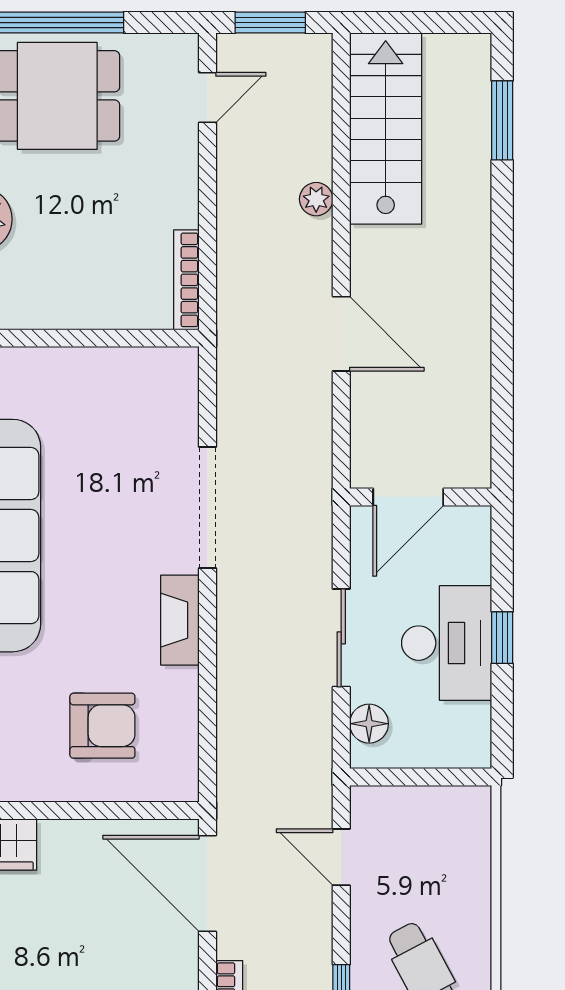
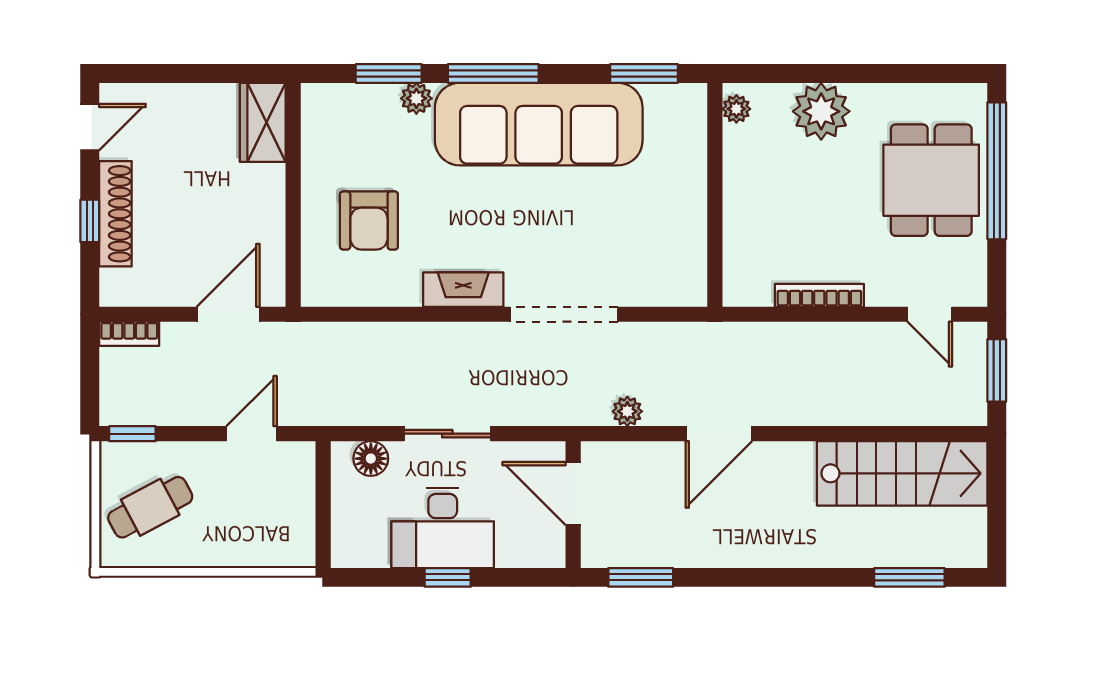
plant: (316, 199) -> (627, 411), moved
bookcase: (186, 280) -> (819, 295), moved
window: (502, 421) -> (641, 577), added
door: (207, 883) -> (228, 314), width x0.73

